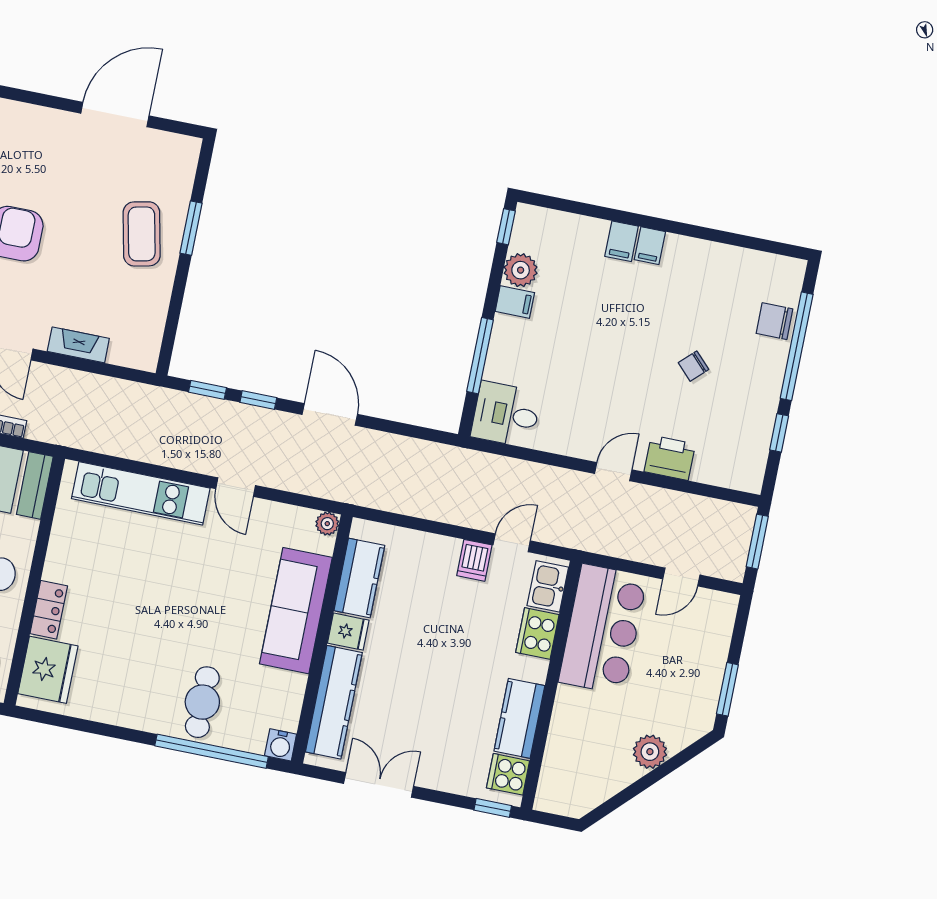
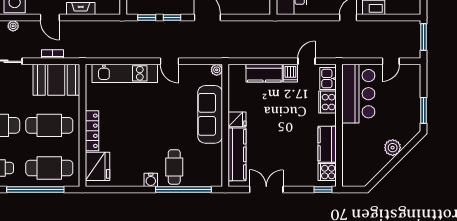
kitchen counter: (359, 578) -> (264, 73), moved, turned 90
locker: (49, 610) -> (92, 131), width x1.53
water cooler: (281, 745) -> (151, 180), moved

